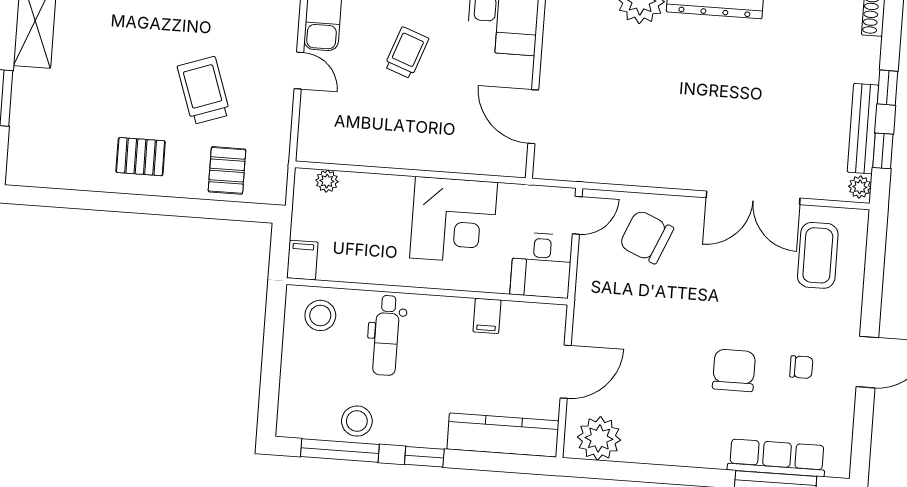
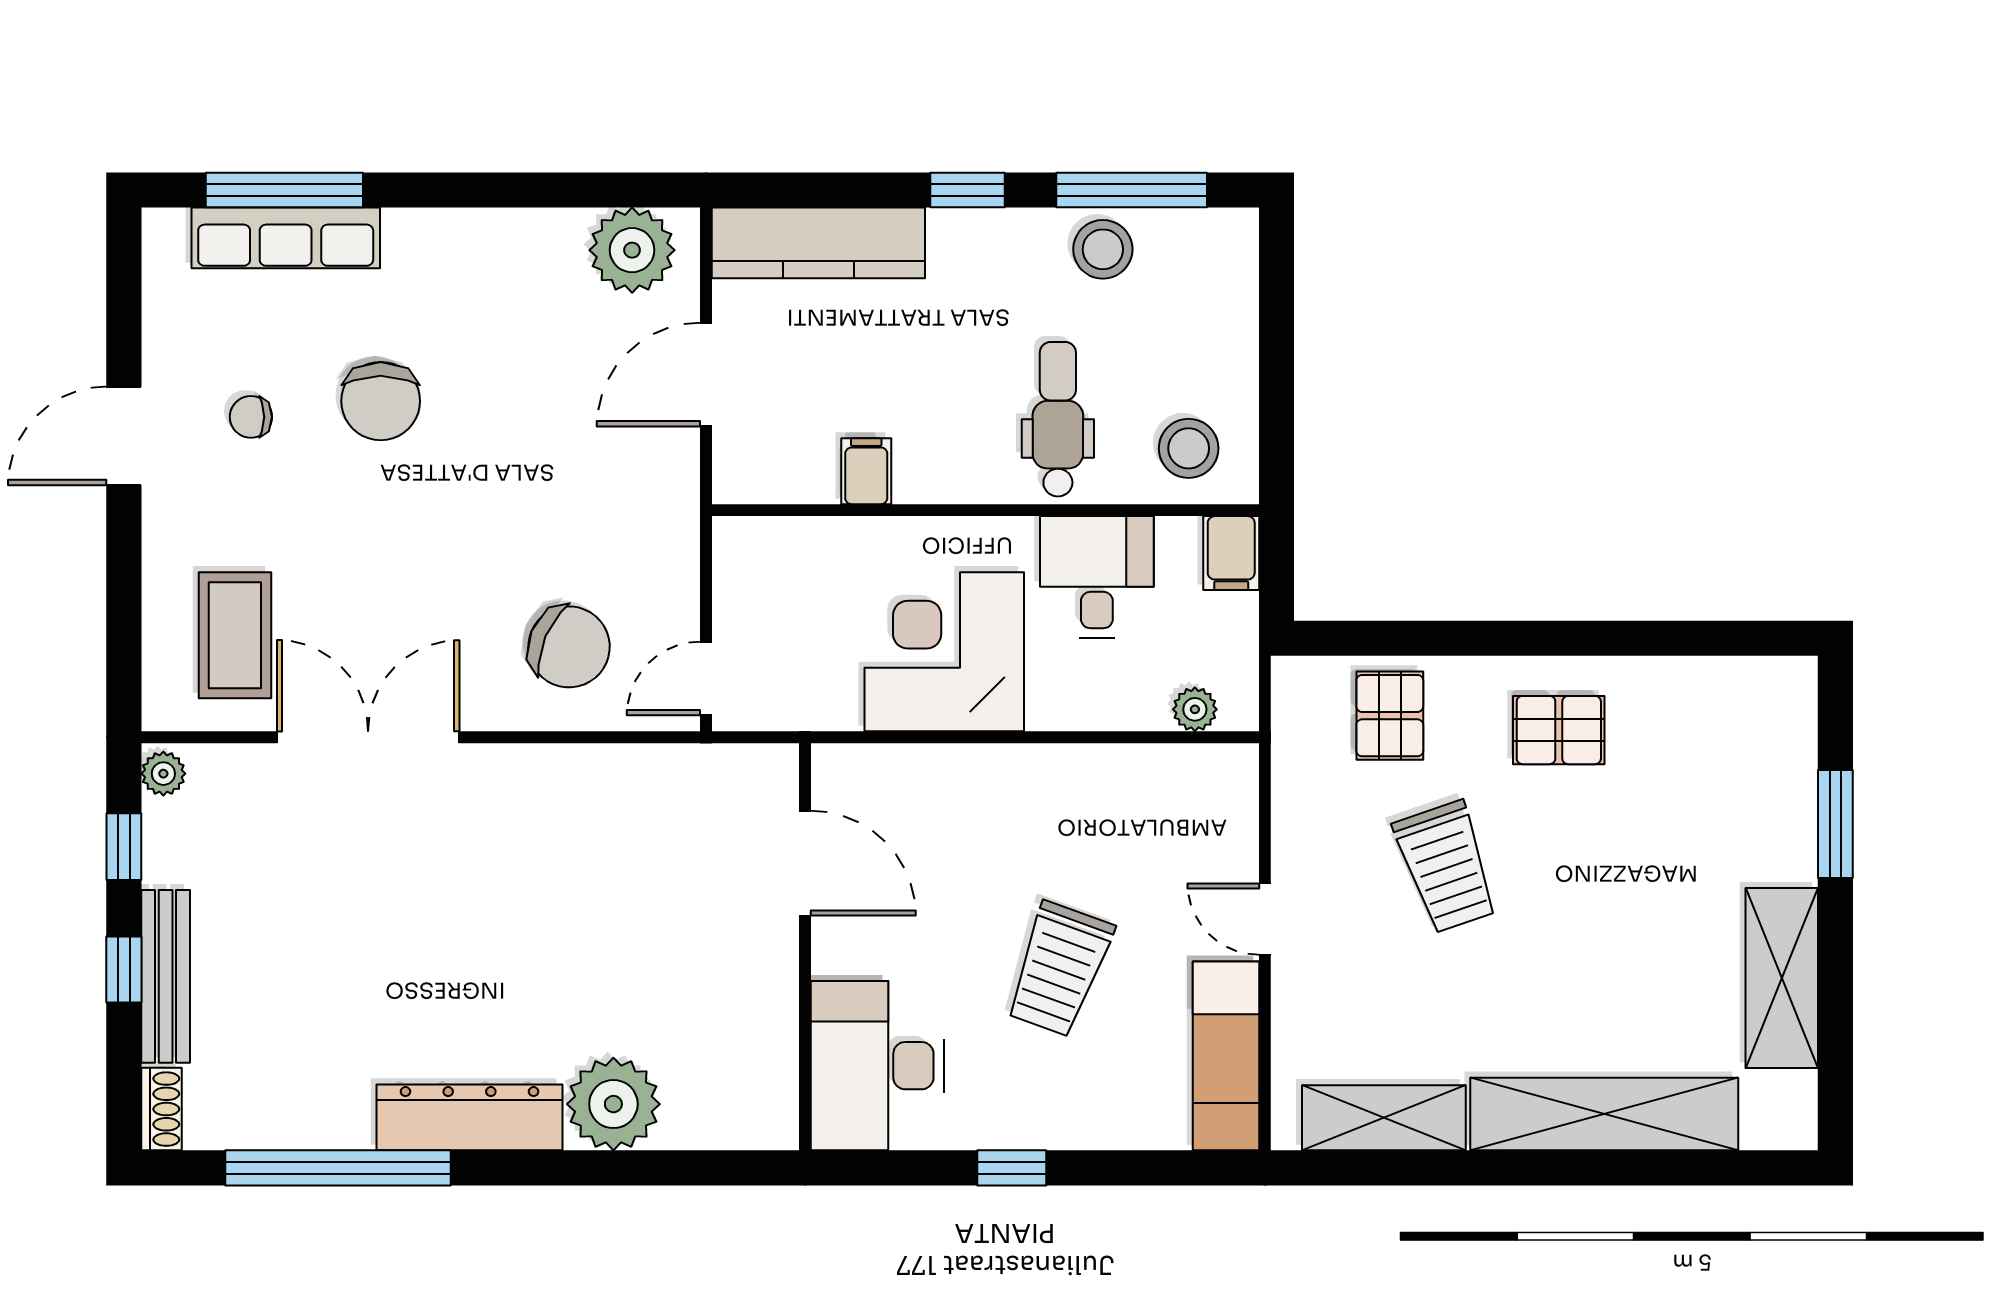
trolley: (407, 53) -> (1059, 969), width x1.36, depth x1.39
bench: (863, 129) -> (166, 976), moved
desk: (541, 265) -> (1097, 577), moved

